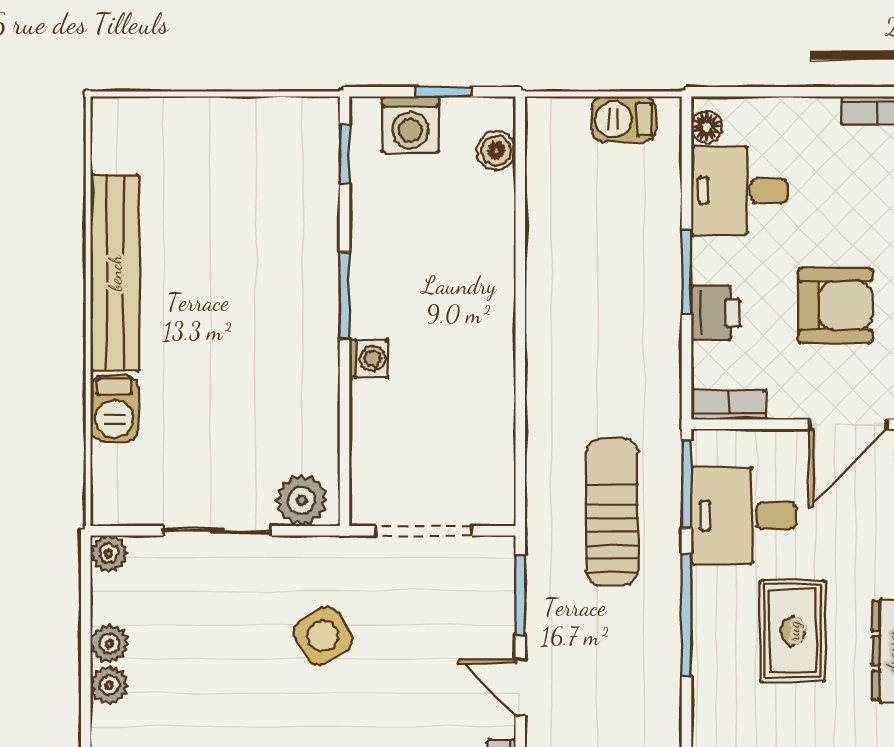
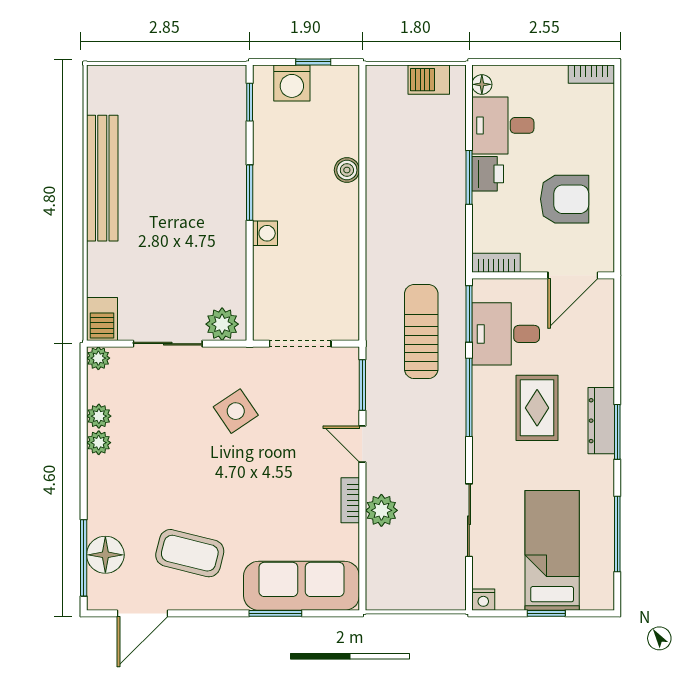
boiler: (496, 151) -> (347, 170), moved
printer: (716, 313) -> (488, 174), moved
barbecue: (114, 408) -> (102, 319), moved

